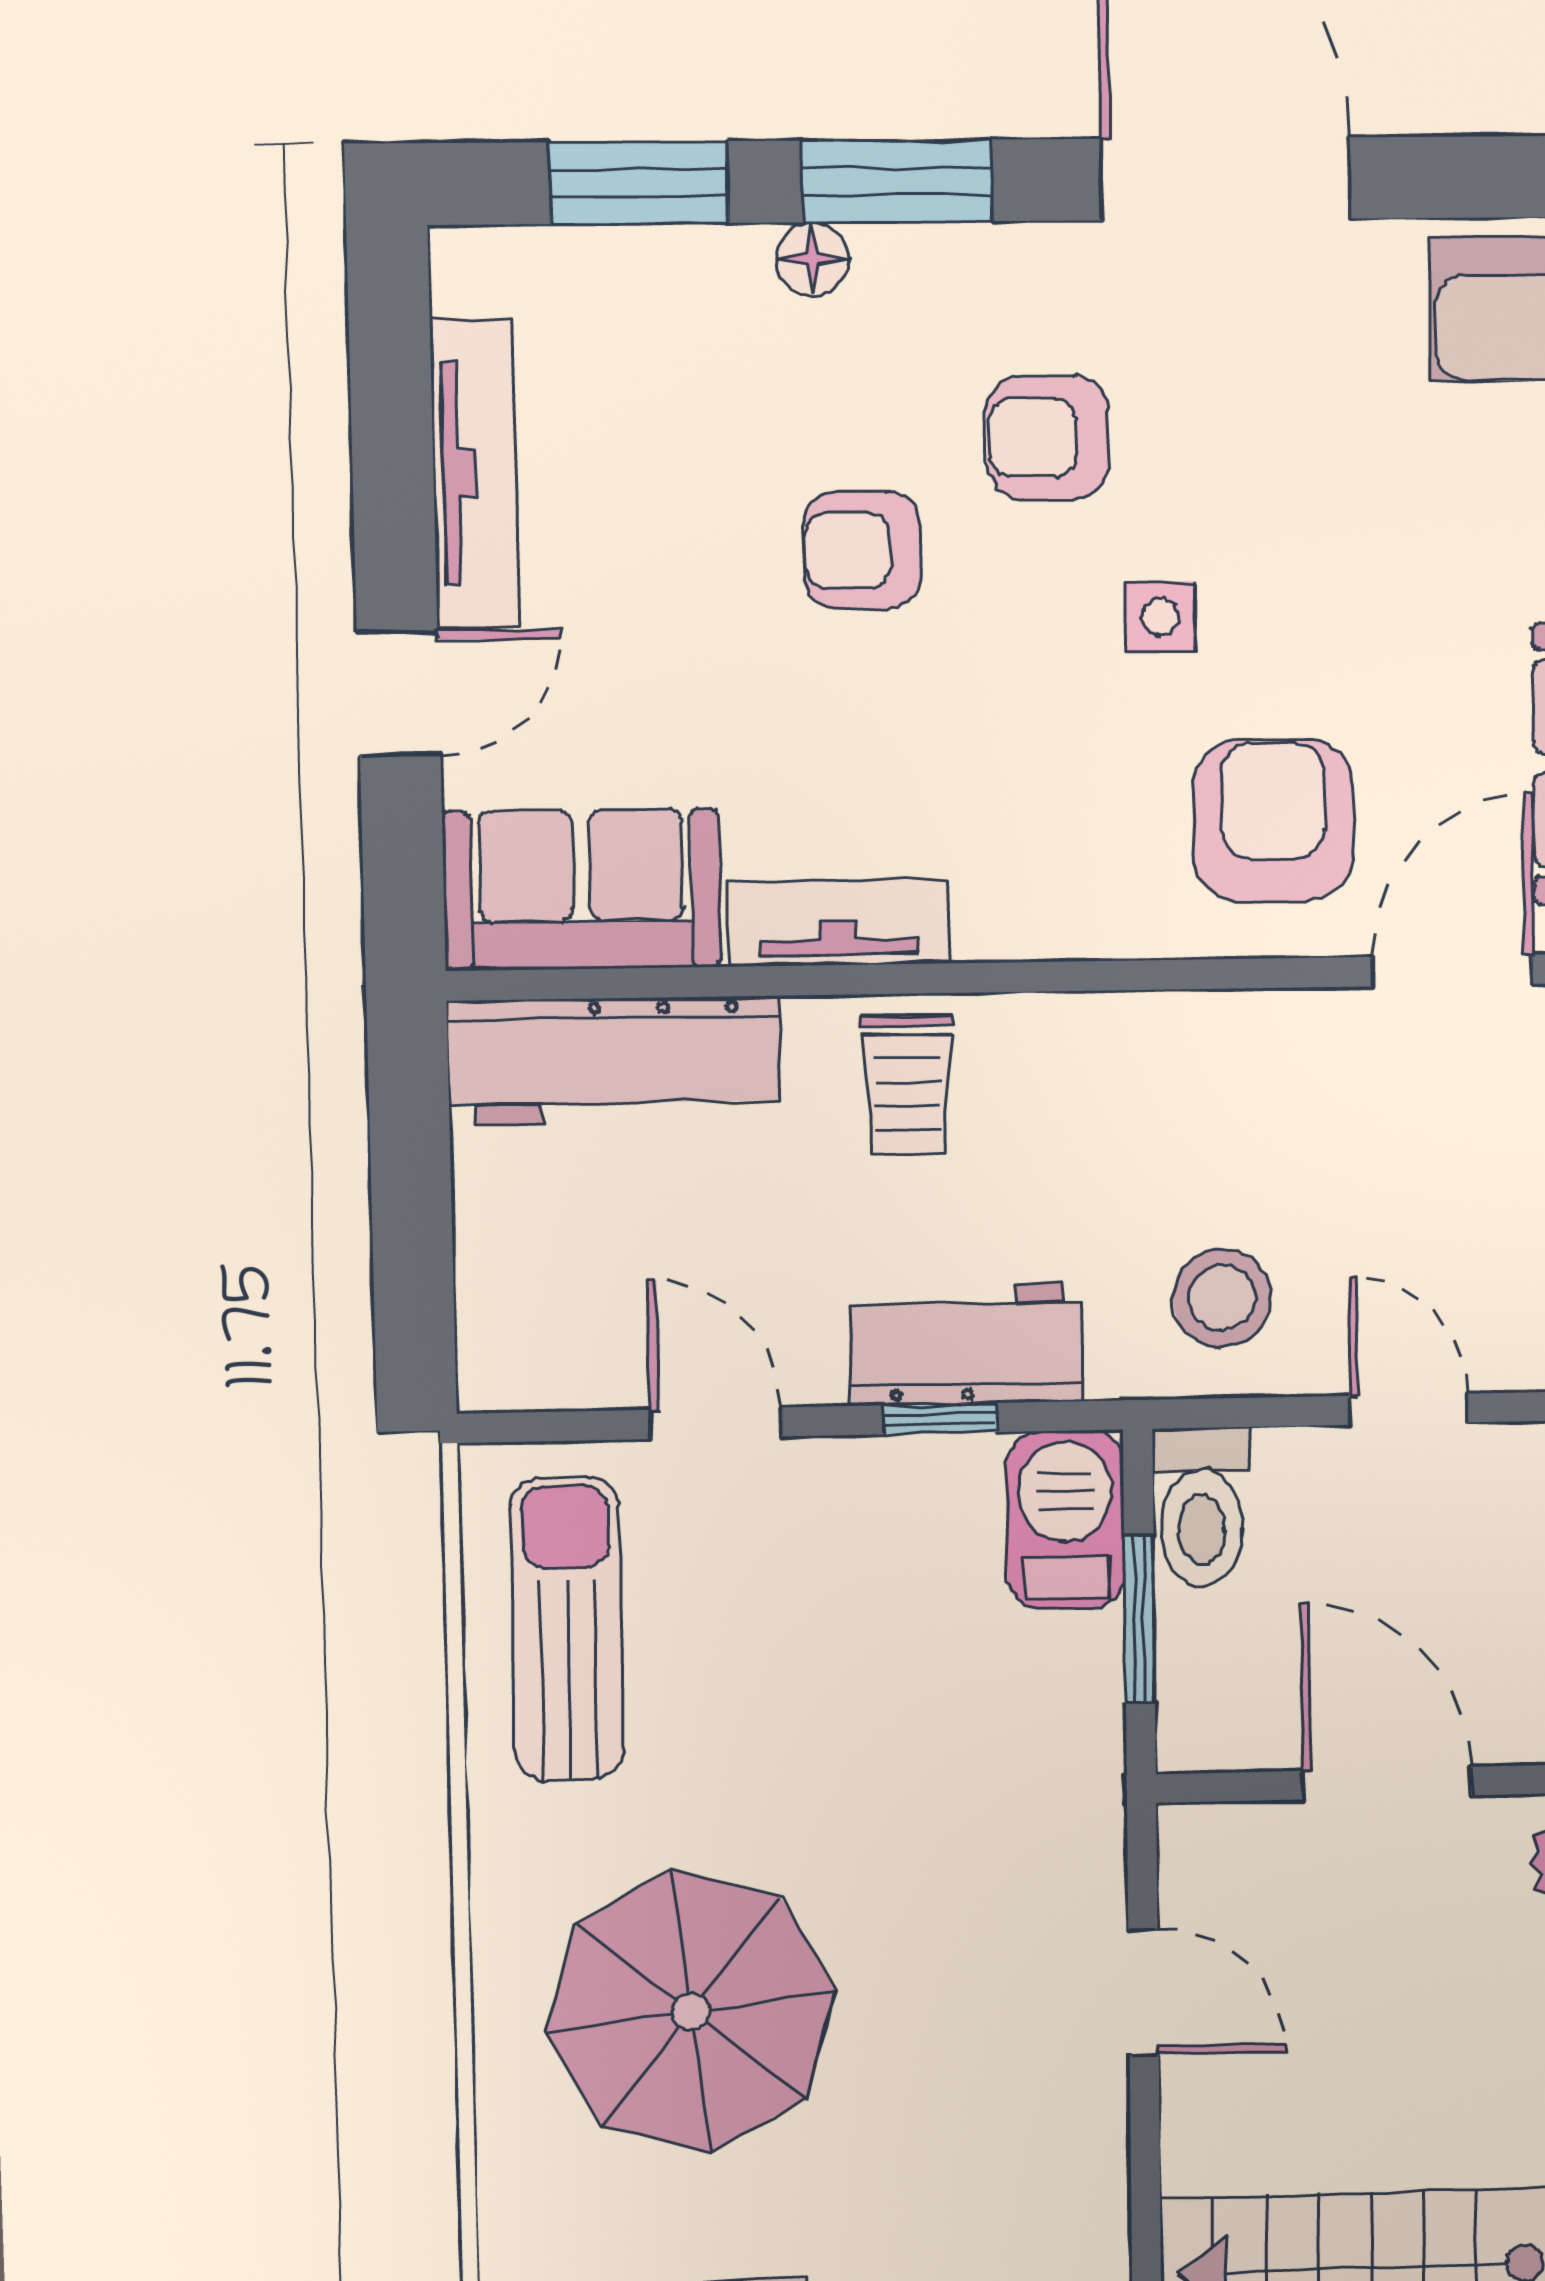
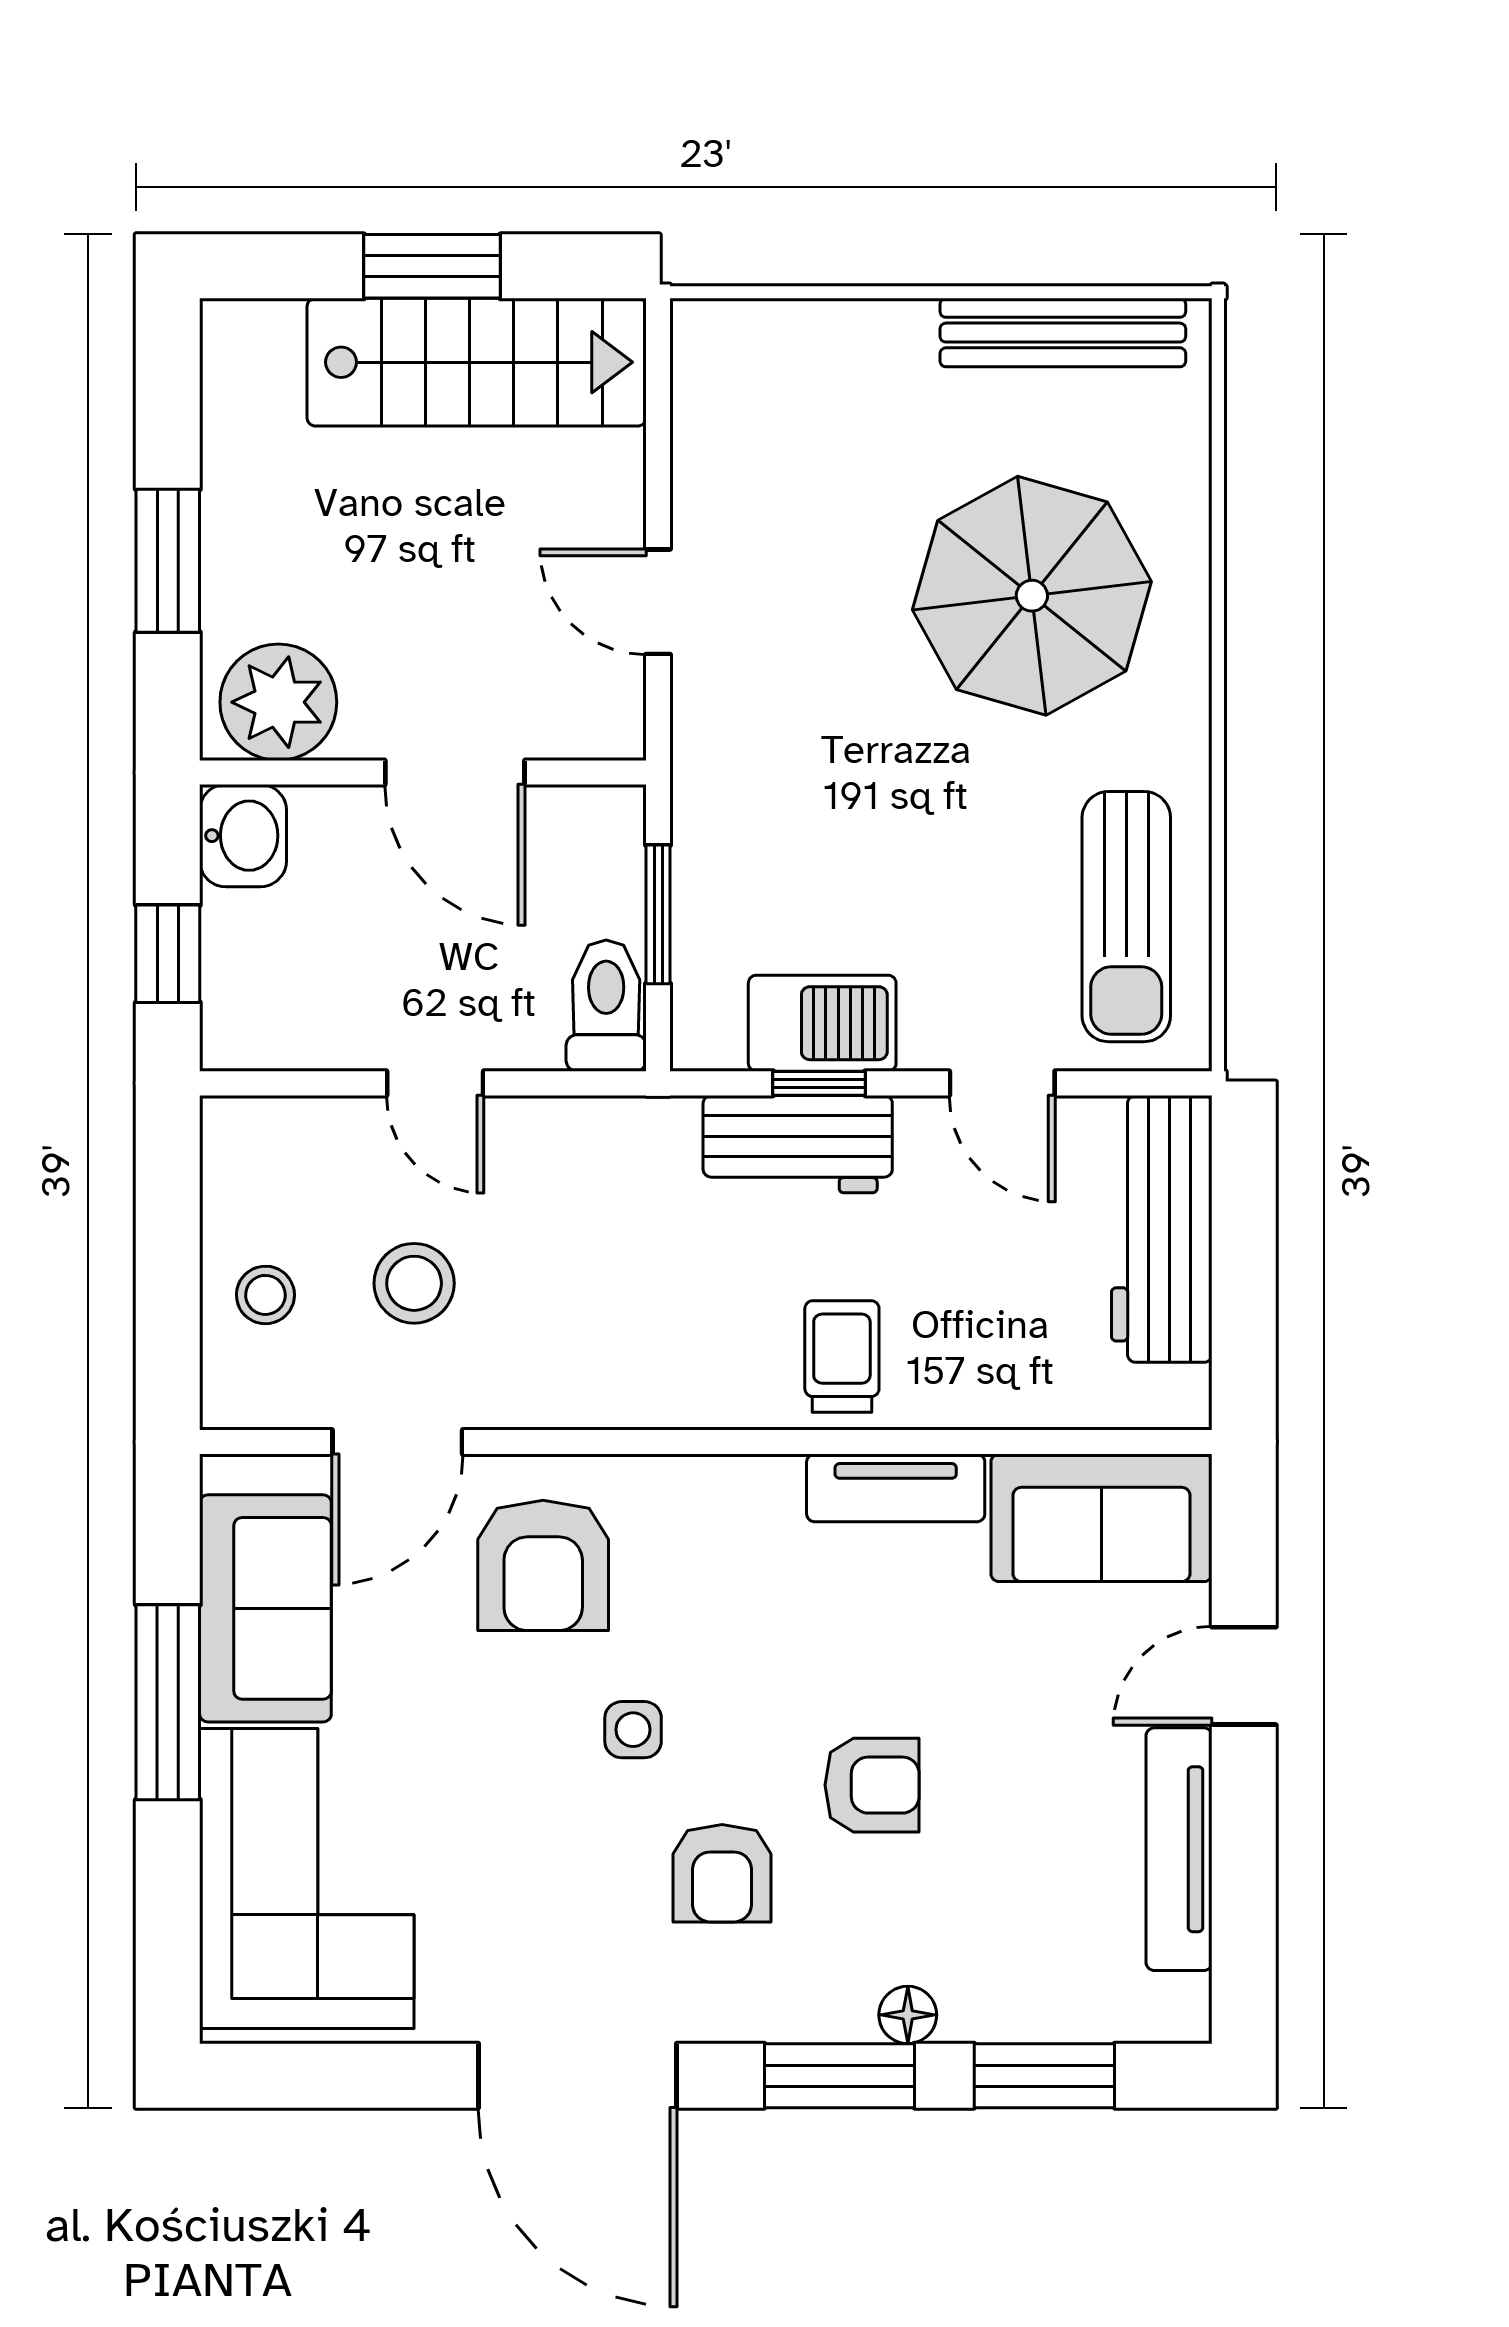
armchair: (1048, 437) -> (722, 1873), turned 90
workbench: (614, 1061) -> (1162, 1229), moved, turned -90
stool: (1222, 1298) -> (414, 1283), moved
barbecue: (1065, 1520) -> (822, 1023), moved, turned -90

